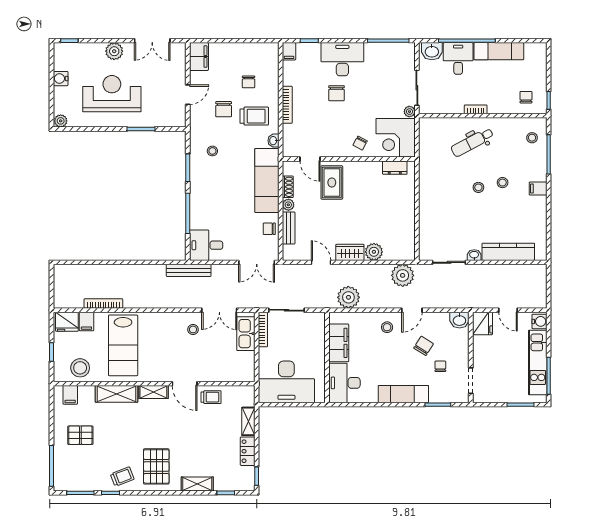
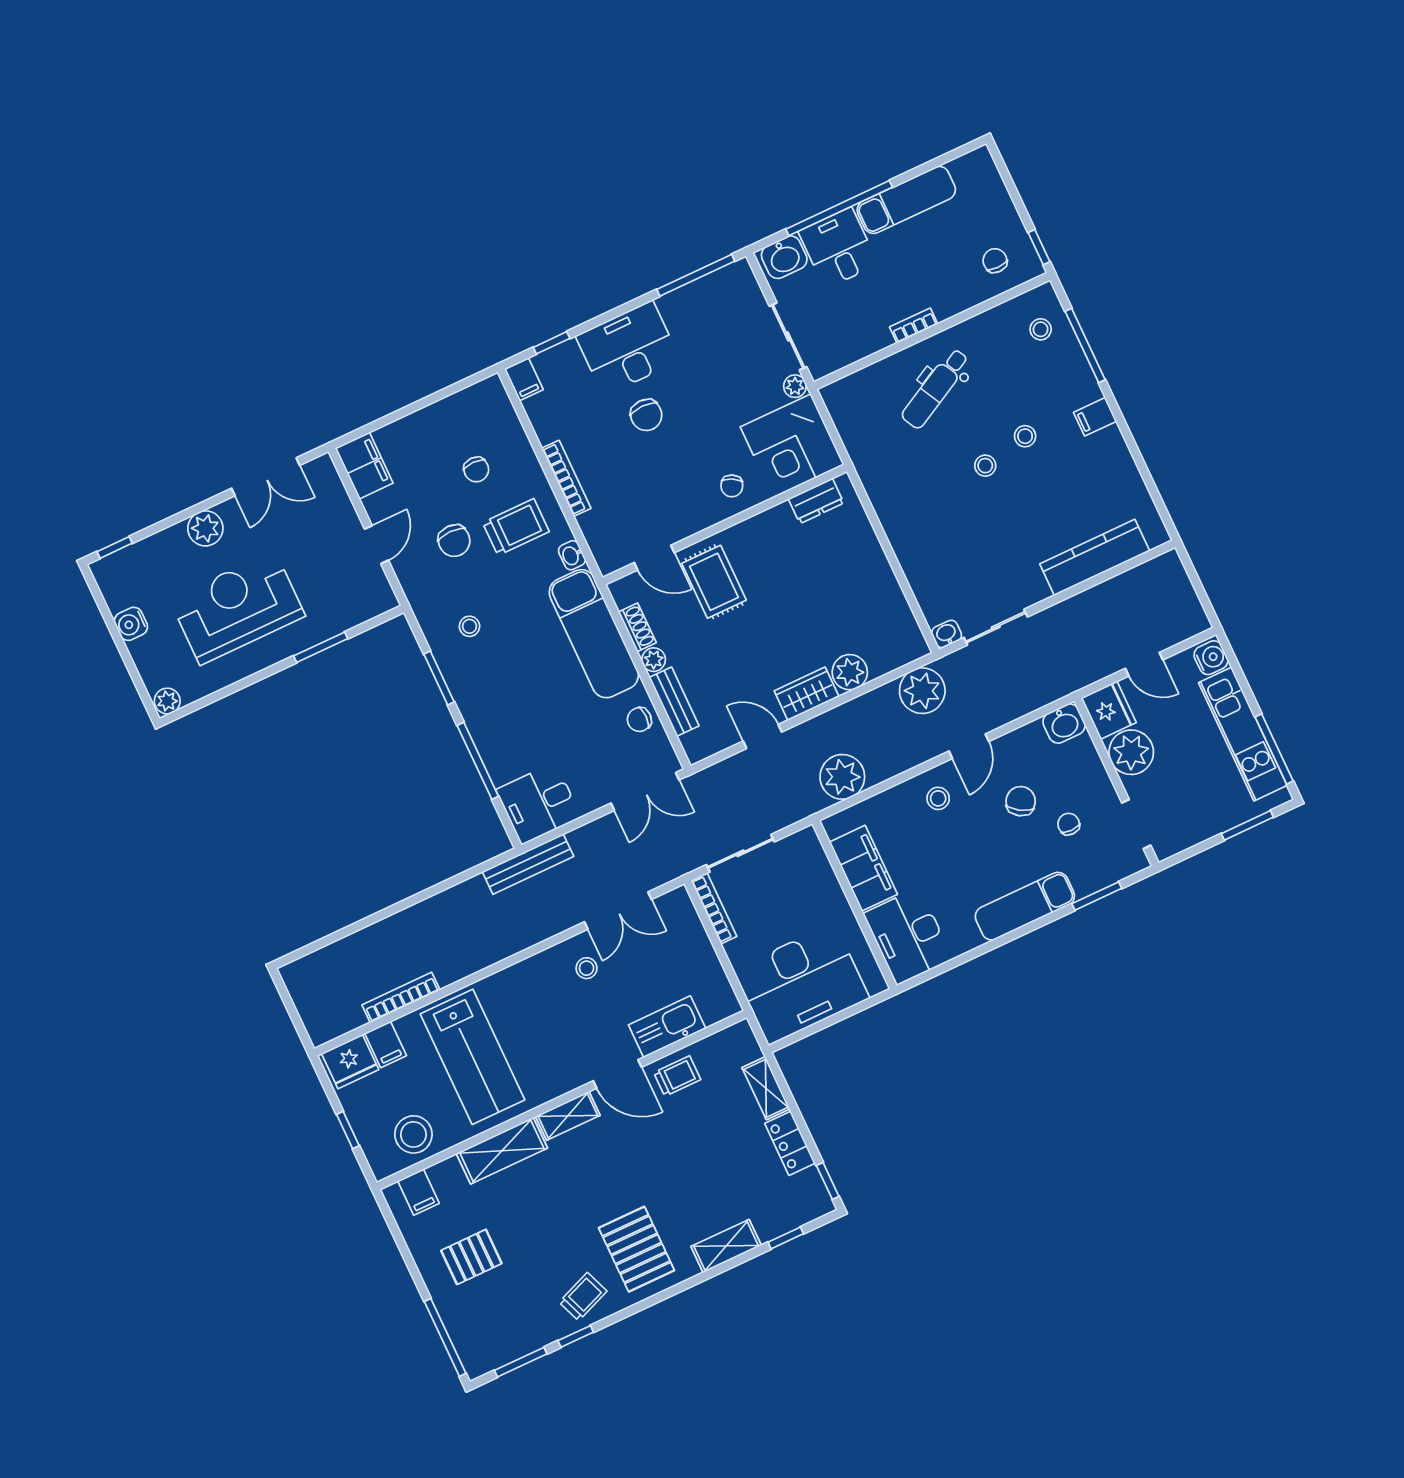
washbasin: (474, 255) -> (947, 634), moved
kitchen sink: (246, 334) -> (667, 1027), moved, turned 90
plant: (484, 347) -> (1131, 752), added

